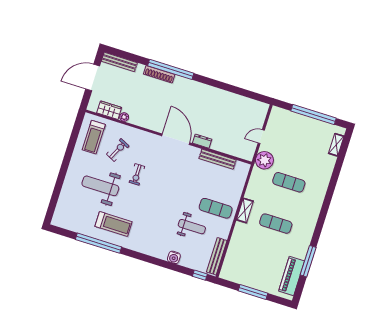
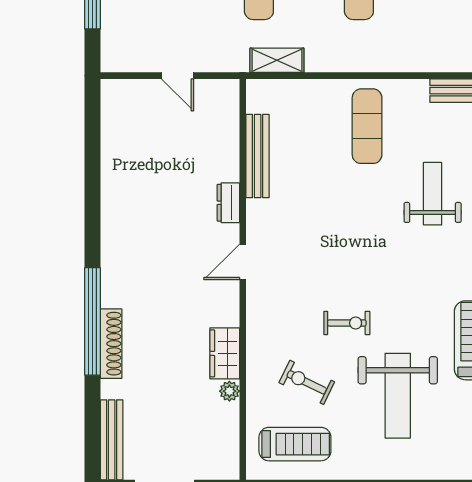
wardrobe: (109, 110) -> (225, 353), moved
door: (176, 139) -> (243, 262), width x0.53
plant: (264, 160) -> (227, 52), removed
shelving: (245, 211) -> (277, 60), moved
weight bench: (192, 227) -> (433, 194), moved

